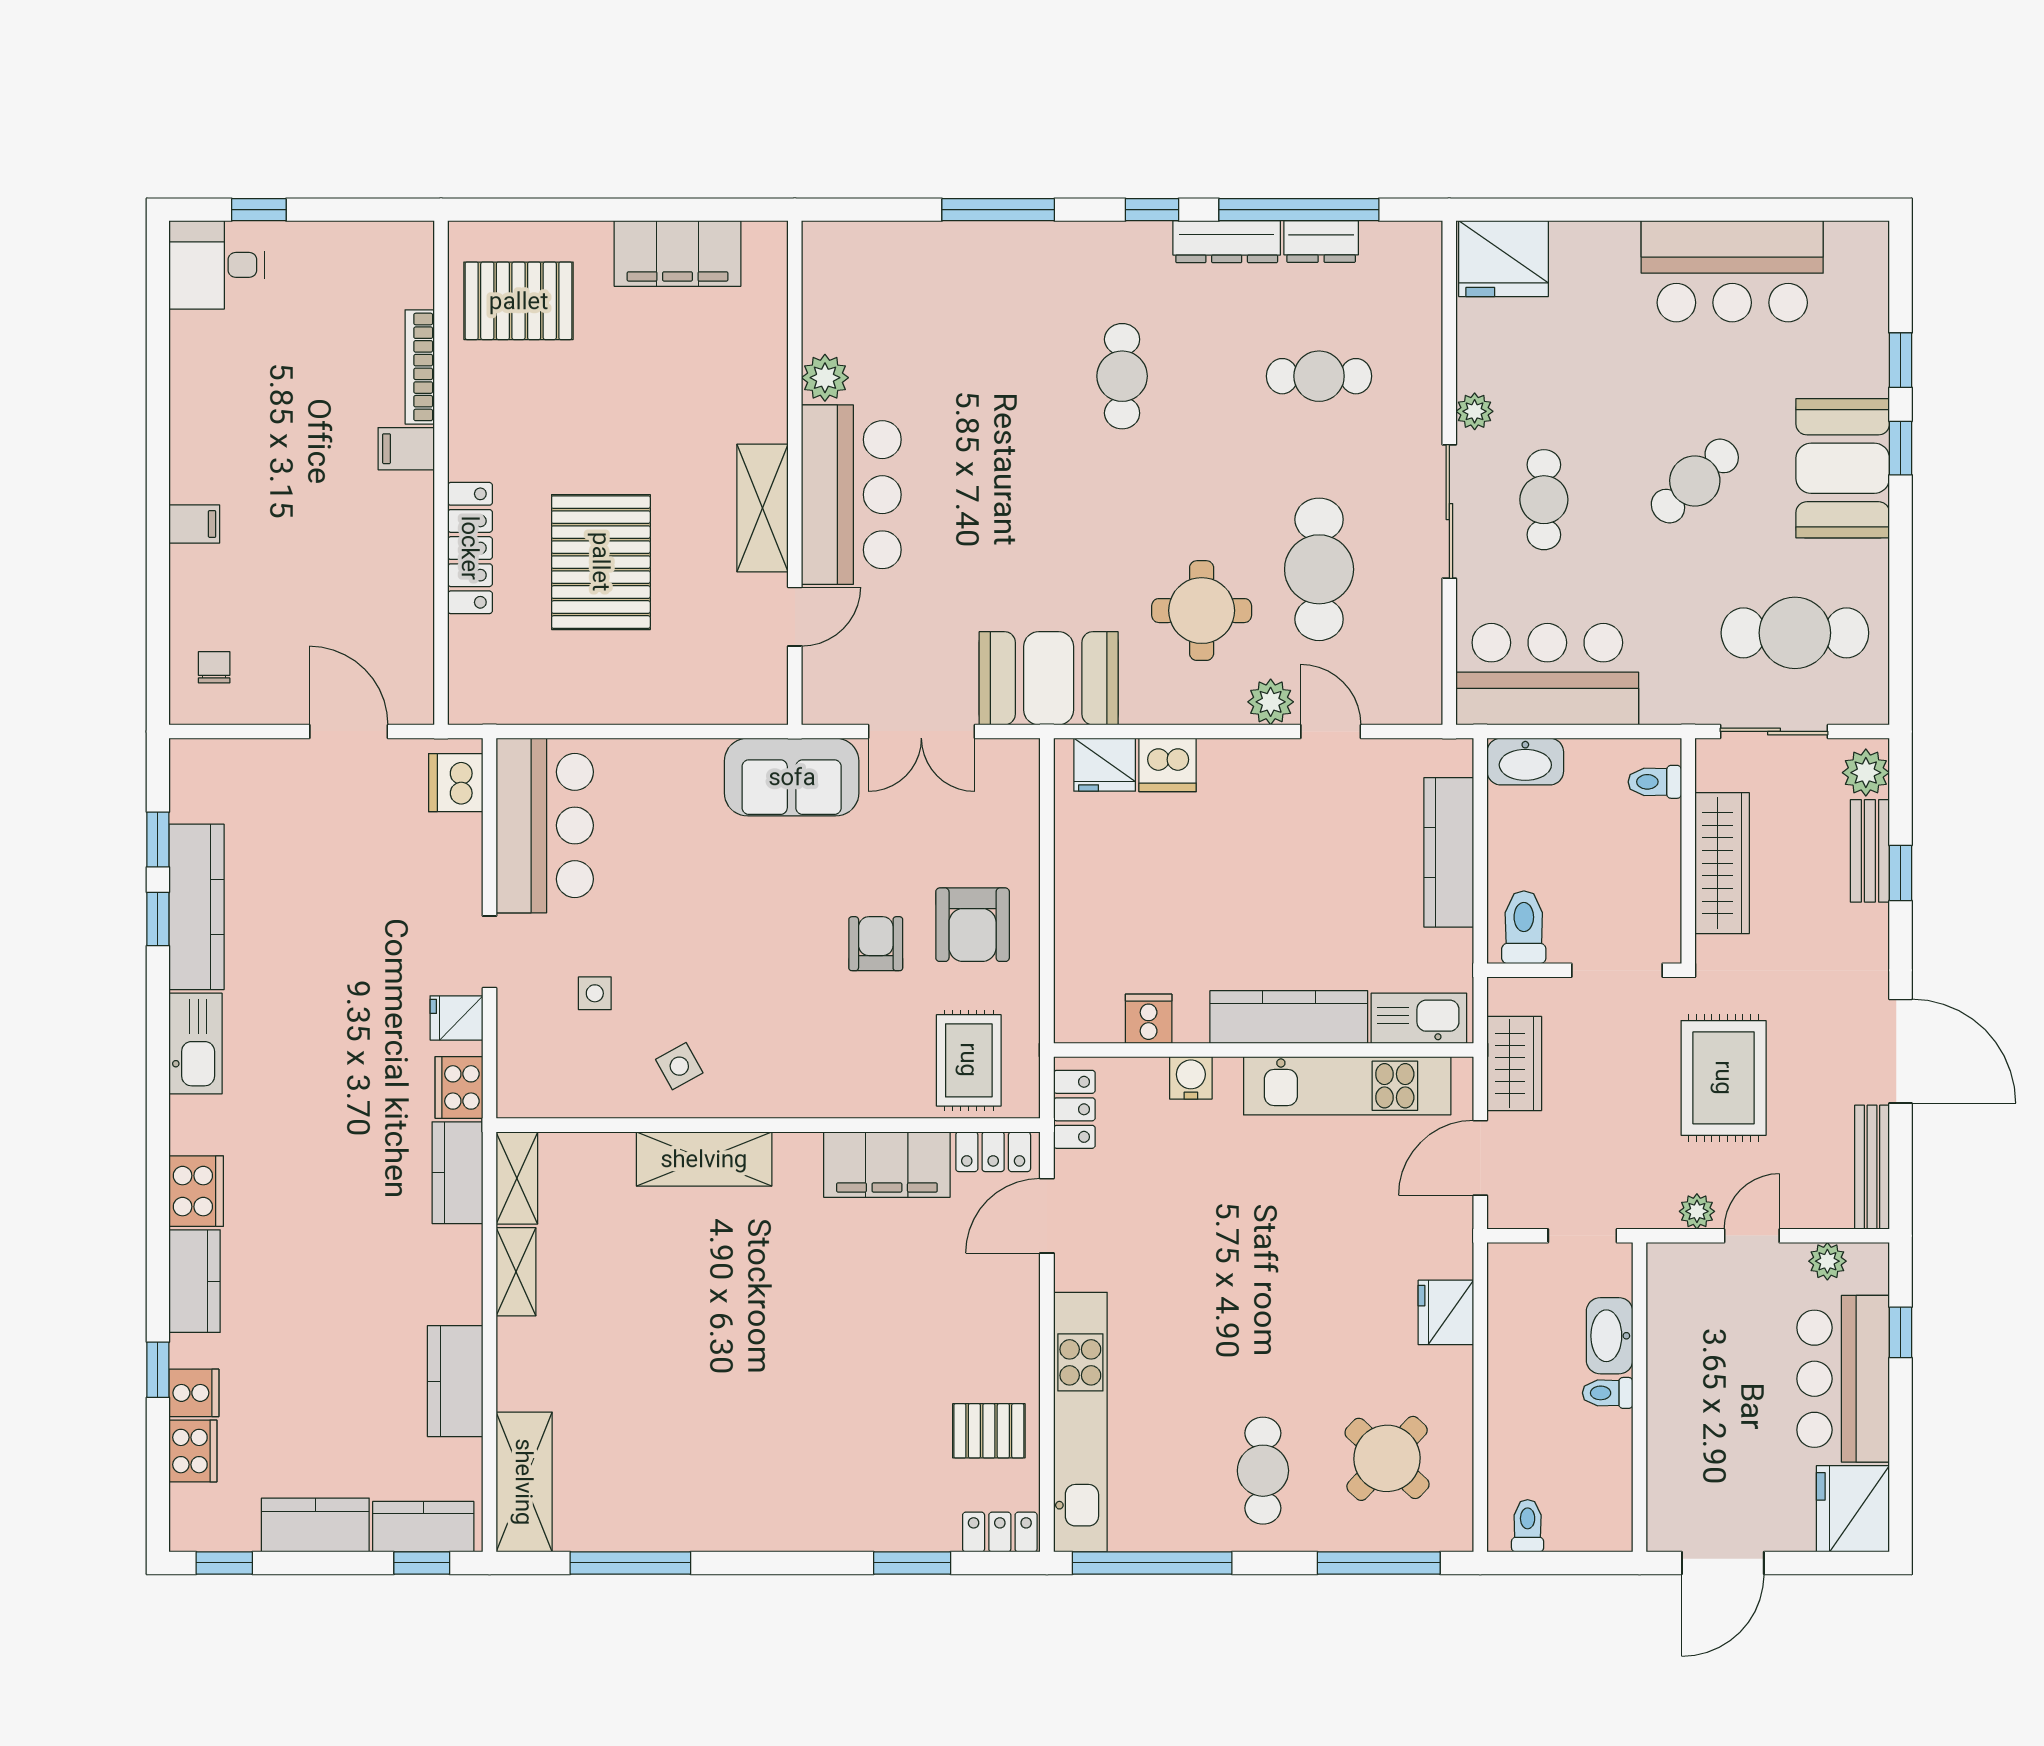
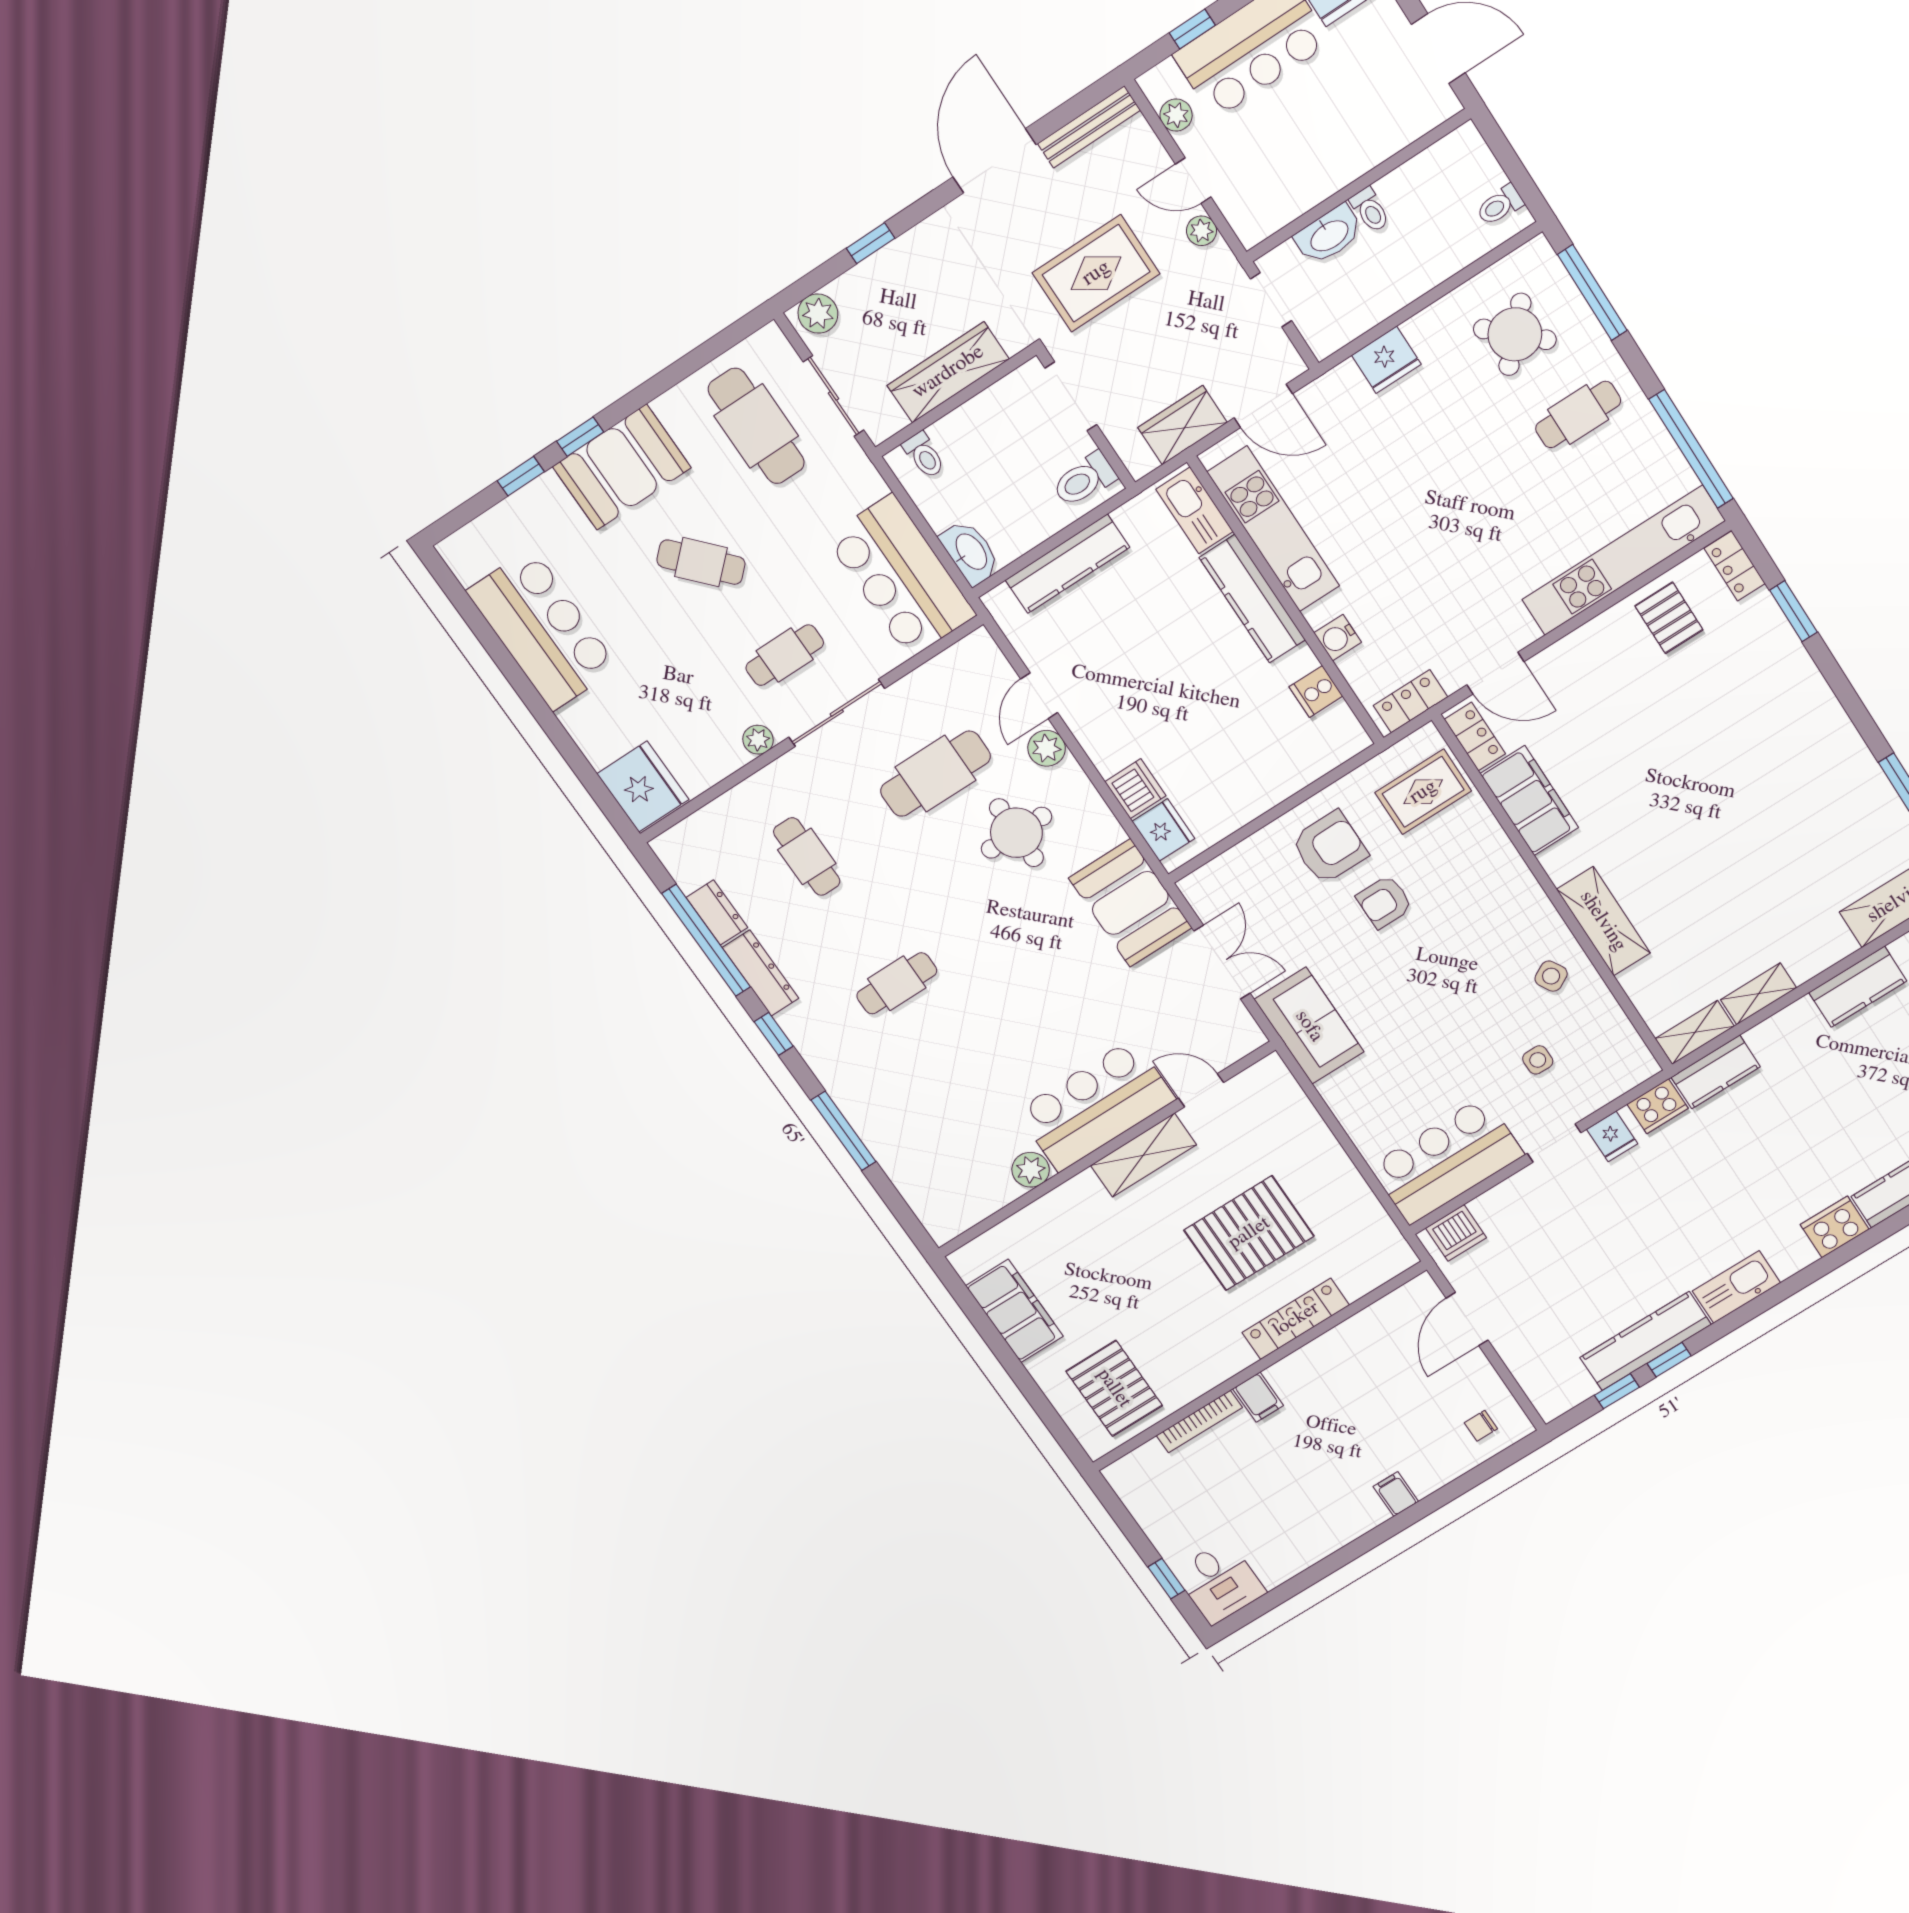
bench: (1870, 851) -> (870, 275), removed

